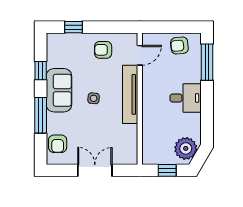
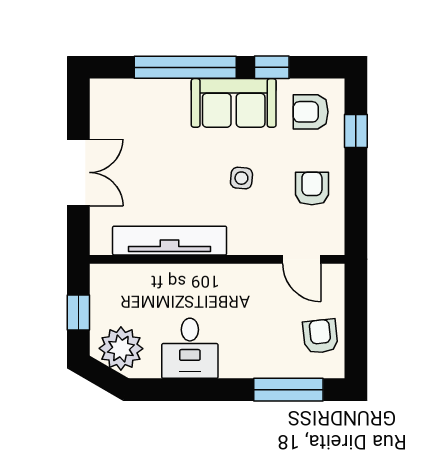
tv unit: (130, 94) -> (170, 241), moved
side table: (94, 98) -> (241, 178), moved
desk: (186, 98) -> (190, 348), moved
window: (41, 115) -> (185, 67), width x1.46
armchair: (58, 144) -> (311, 112), moved

